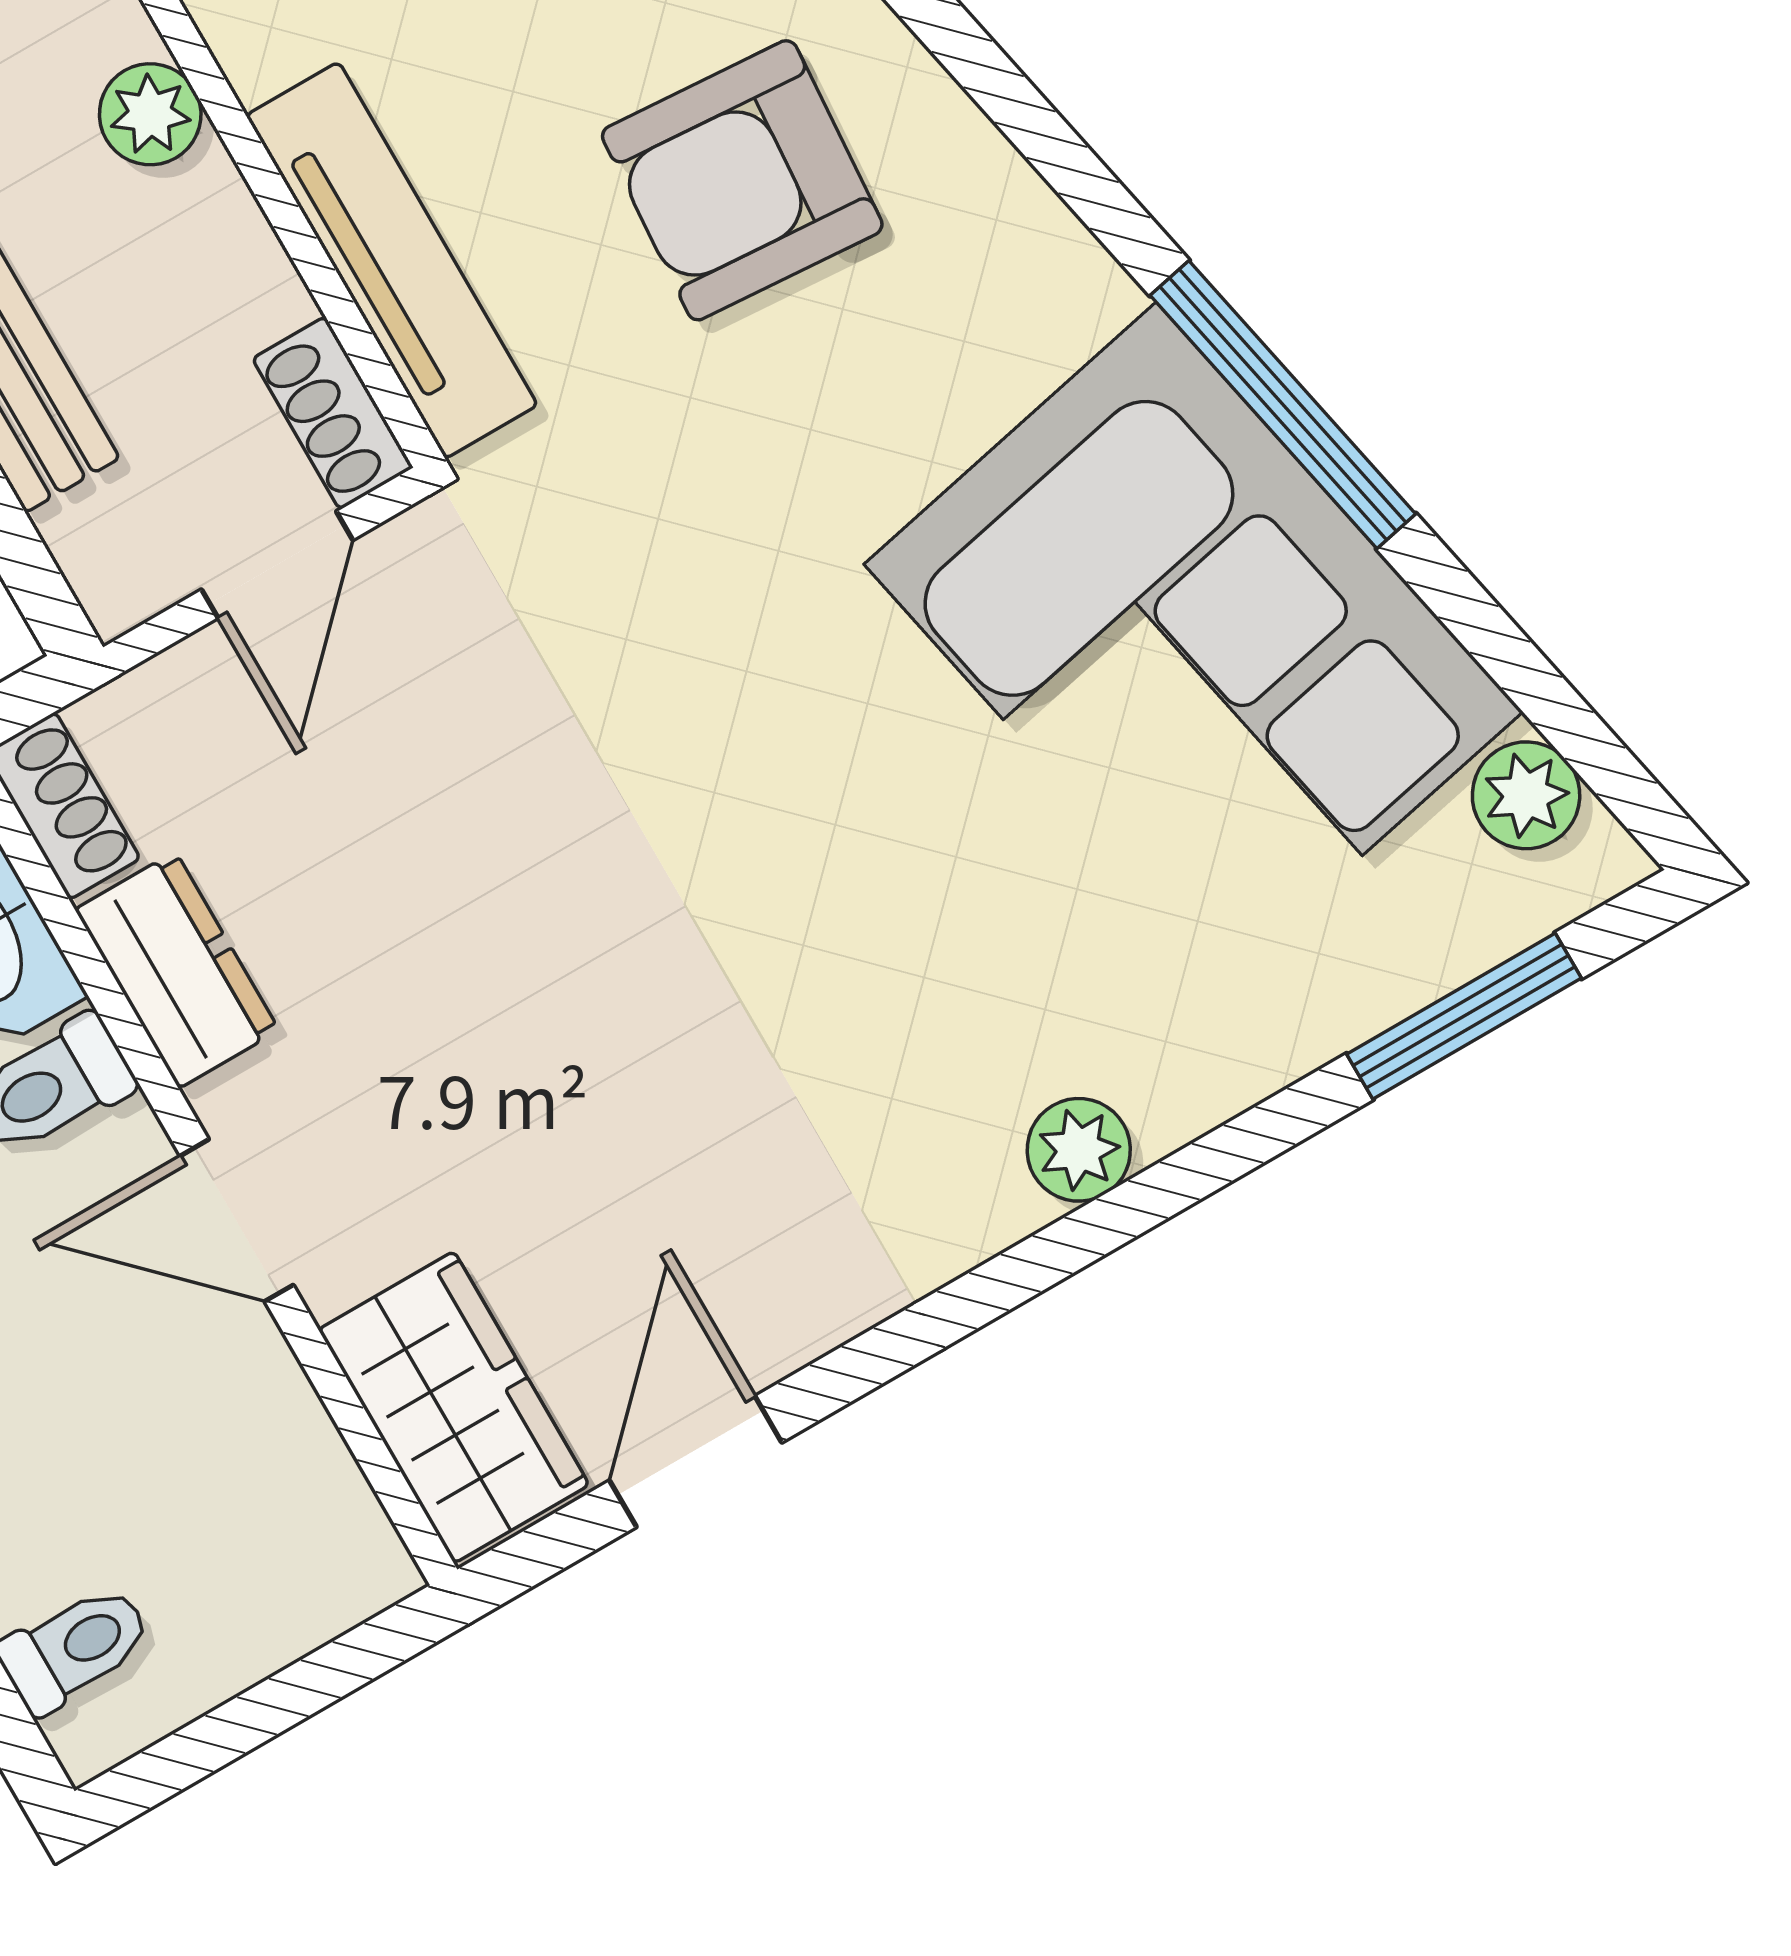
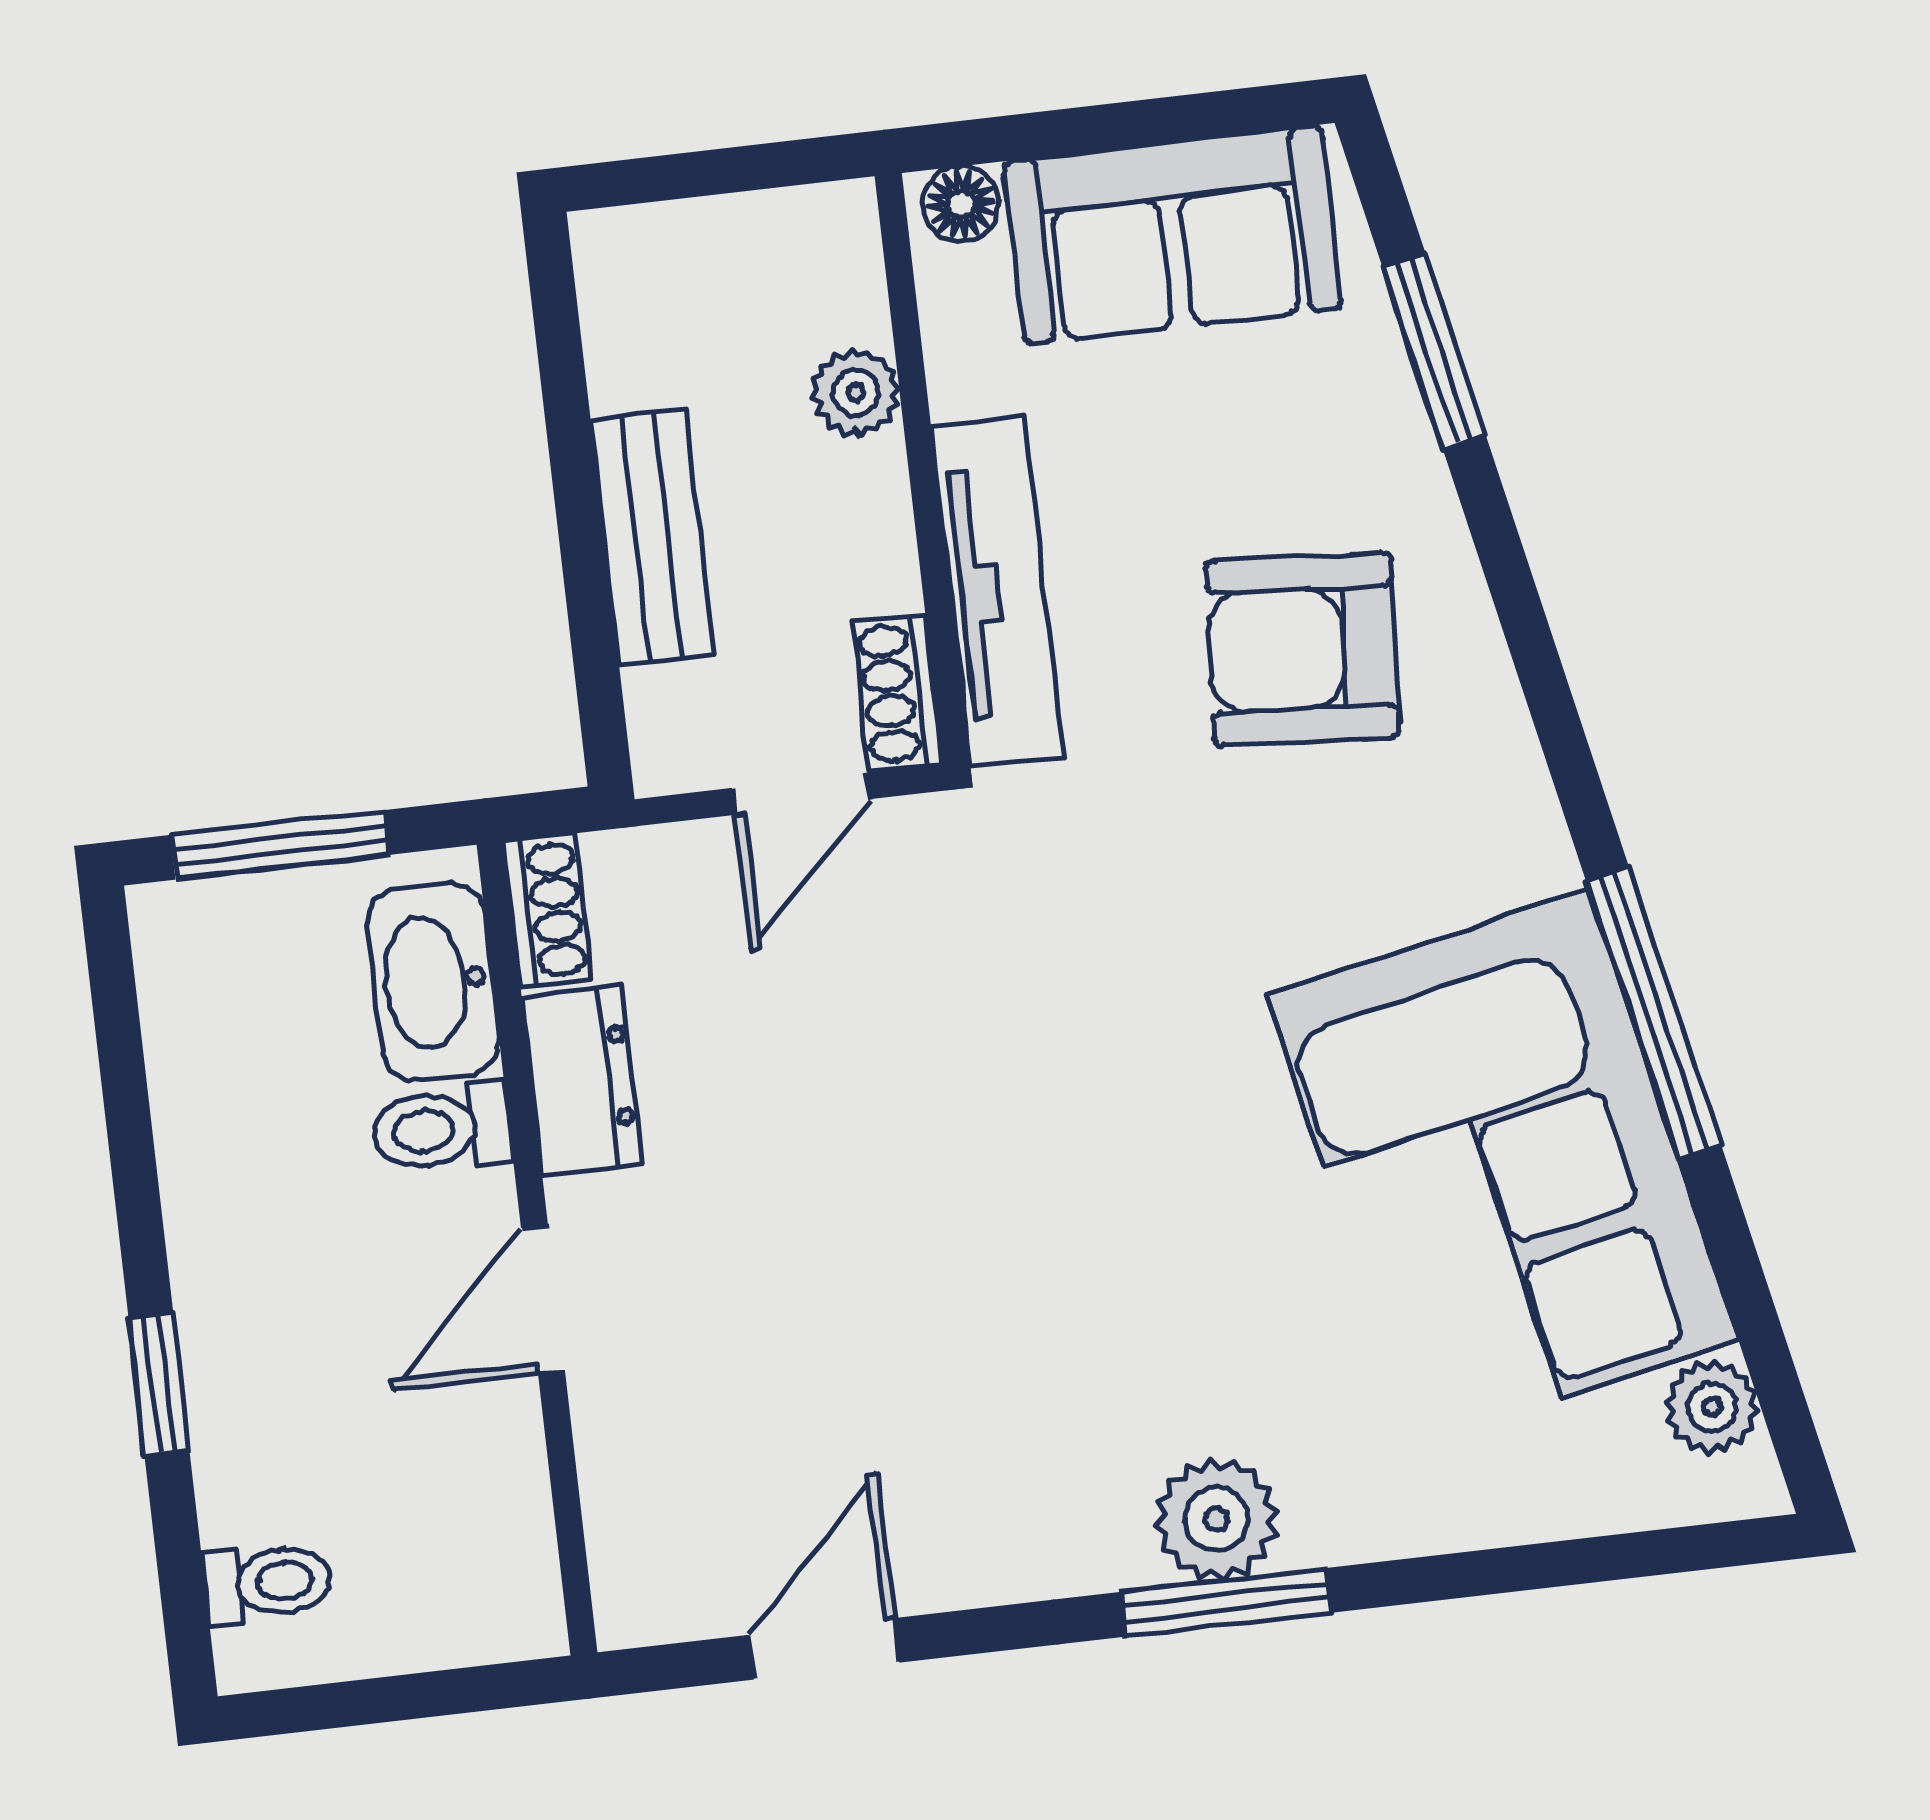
window: (1464, 1016) -> (1227, 1602), moved
plant: (1079, 1150) -> (1216, 1519), width x1.38, depth x1.38
door: (237, 1220) -> (543, 1300), hinge flipped
wardrobe: (454, 1407) -> (651, 1522), removed

